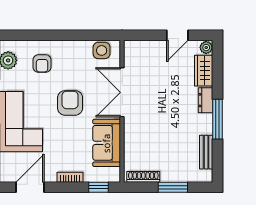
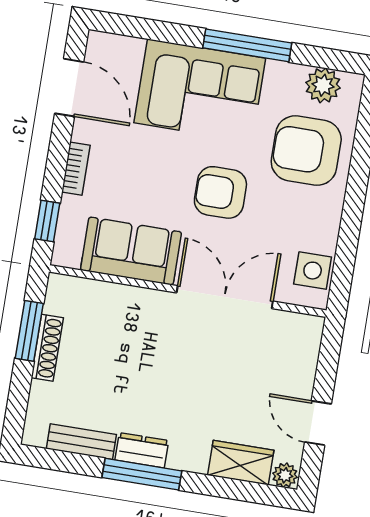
armchair: (42, 64) -> (306, 151), width x1.88, depth x1.88
dresser: (205, 100) -> (142, 450), moved
armchair: (70, 103) -> (220, 192), turned 180
shoe rack: (143, 177) -> (47, 348), moved
window: (173, 187) -> (29, 331), moved

